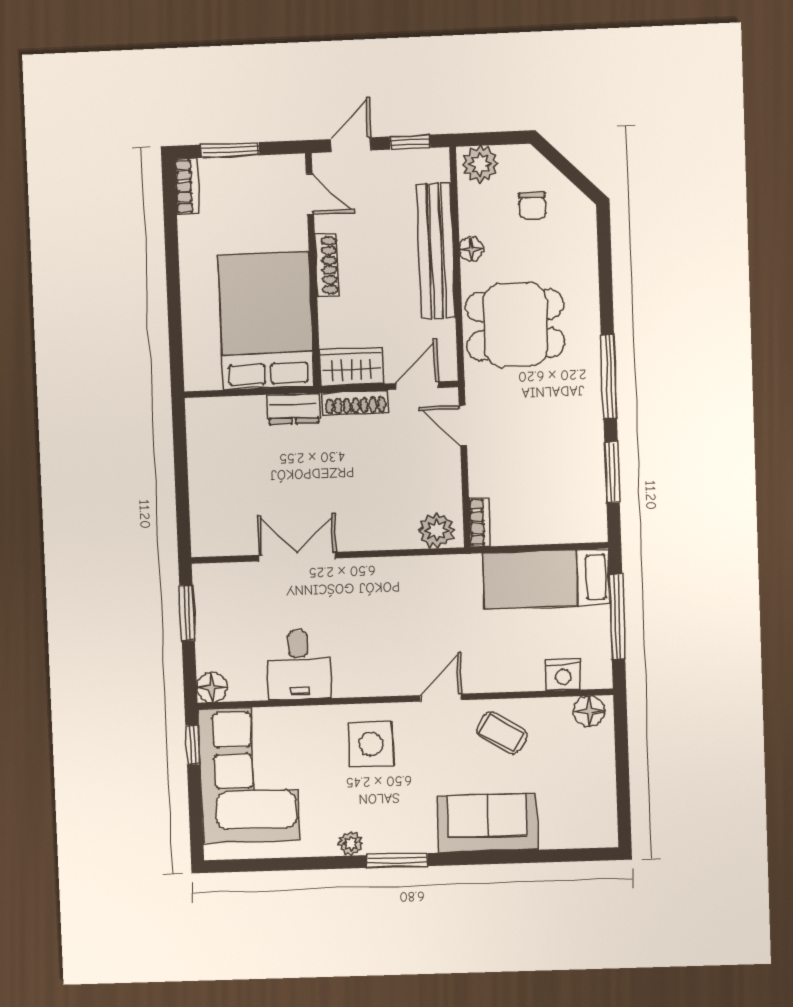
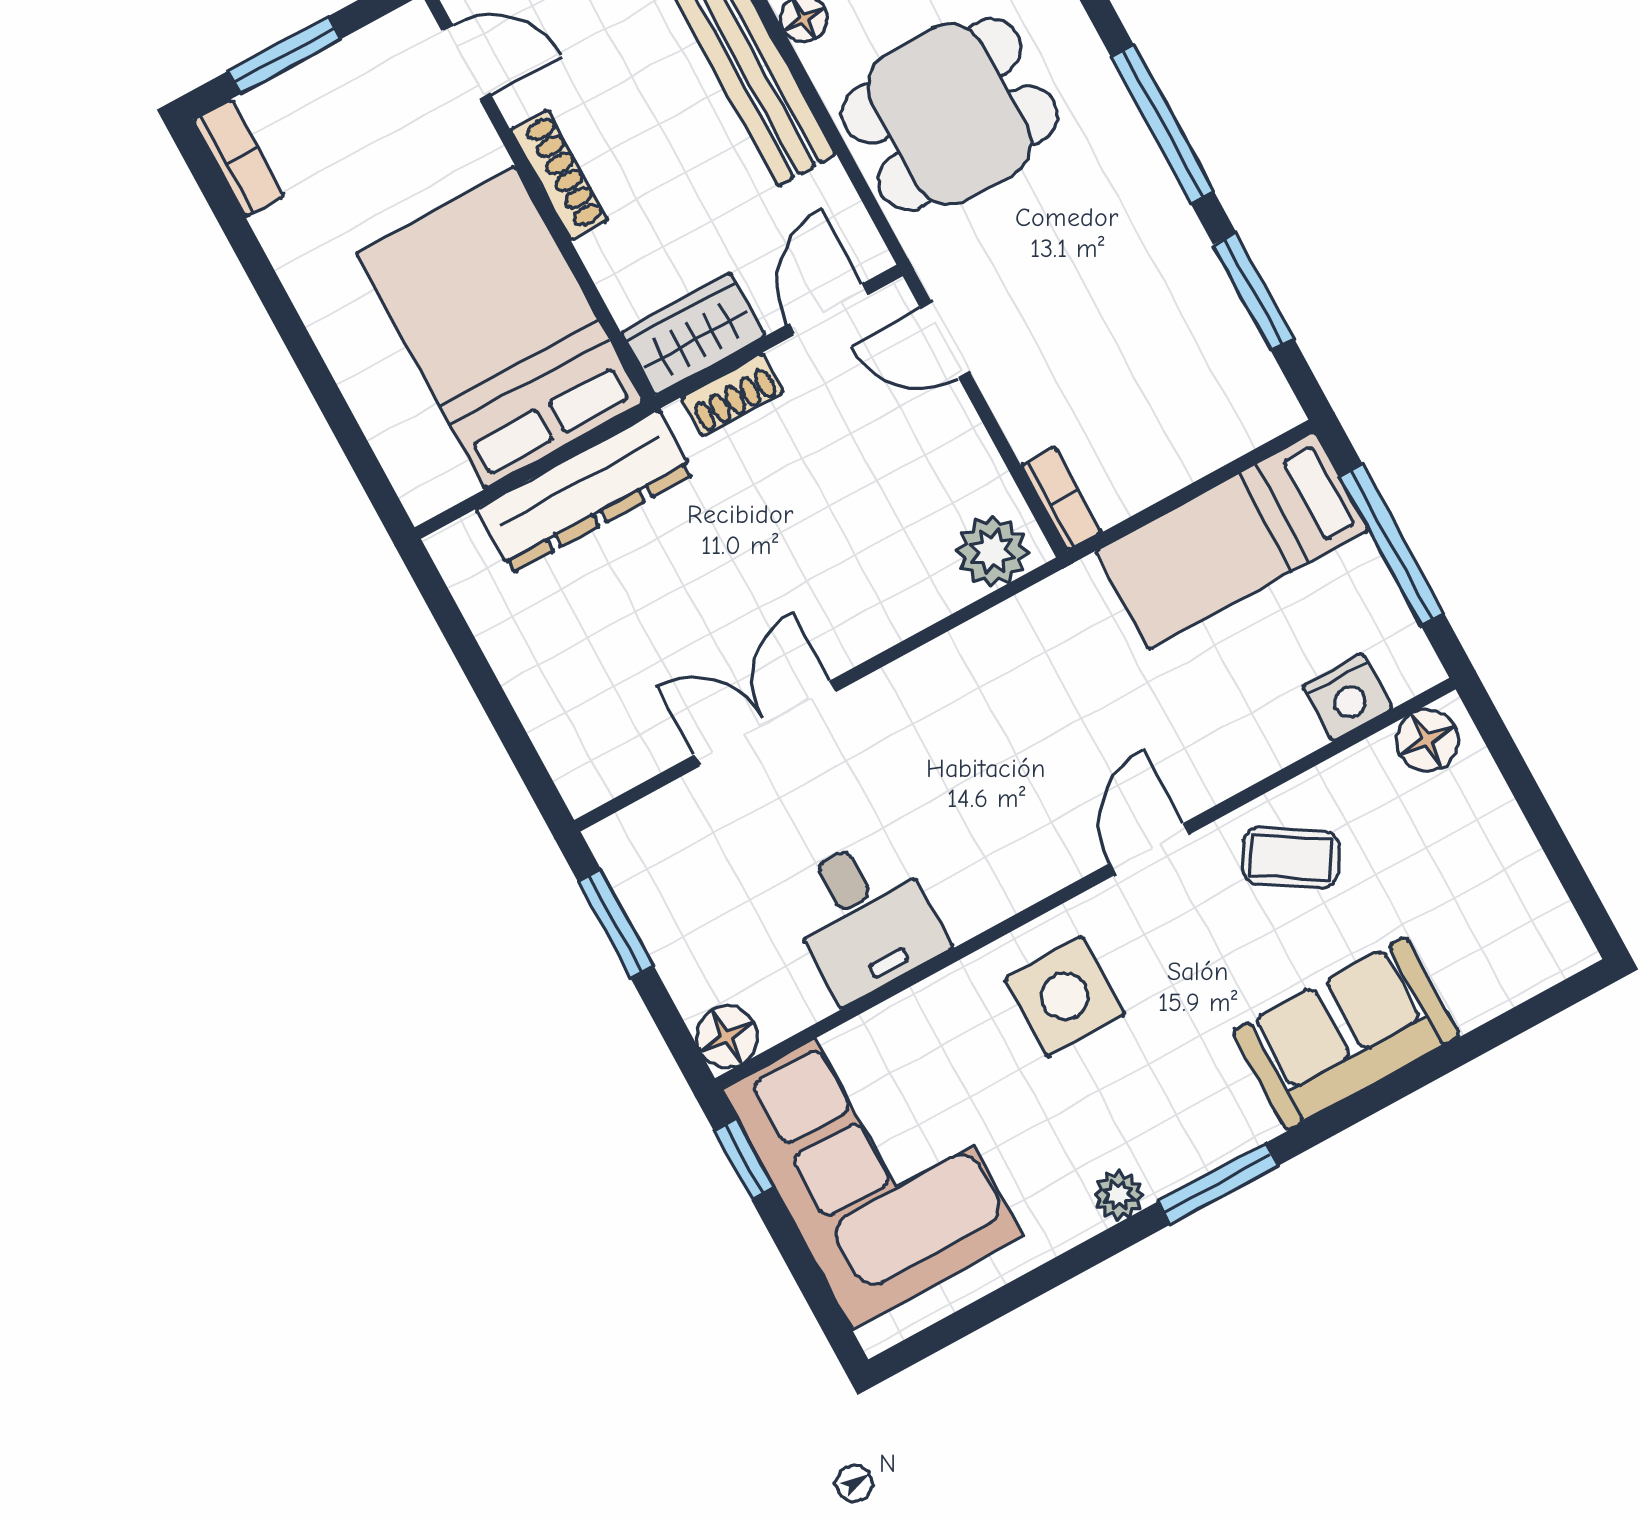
shoe rack: (355, 403) -> (732, 395), width x0.70
dresser: (293, 409) -> (585, 492), width x1.96, depth x1.24

